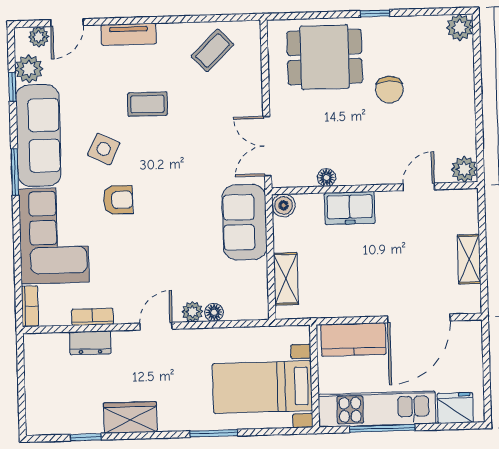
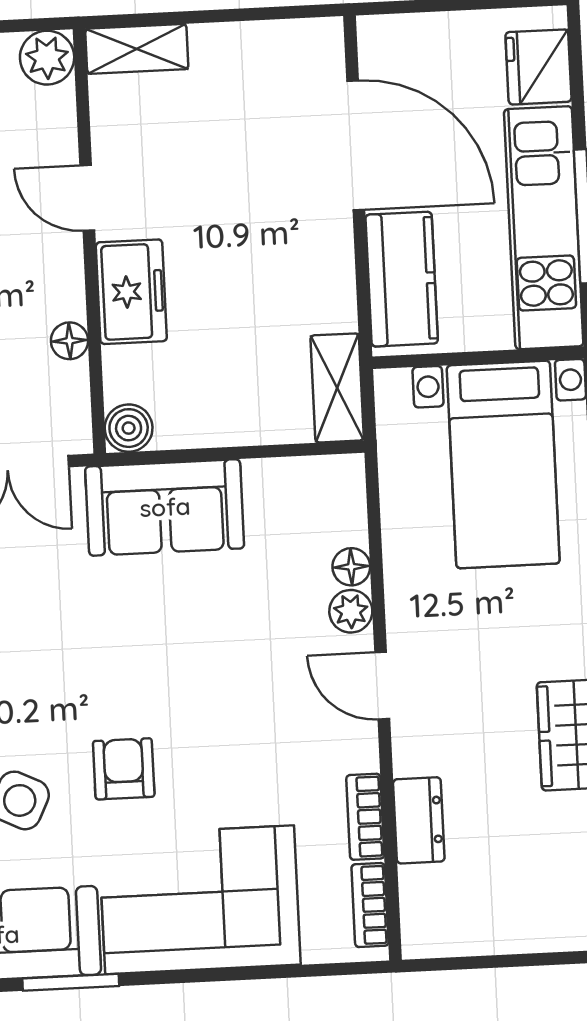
door: (419, 187) -> (87, 198), moved
shelving: (469, 259) -> (137, 49), moved
shelving: (286, 279) -> (337, 388), moved, turned 90
bookcase: (30, 306) -> (370, 905), moved, turned -90

